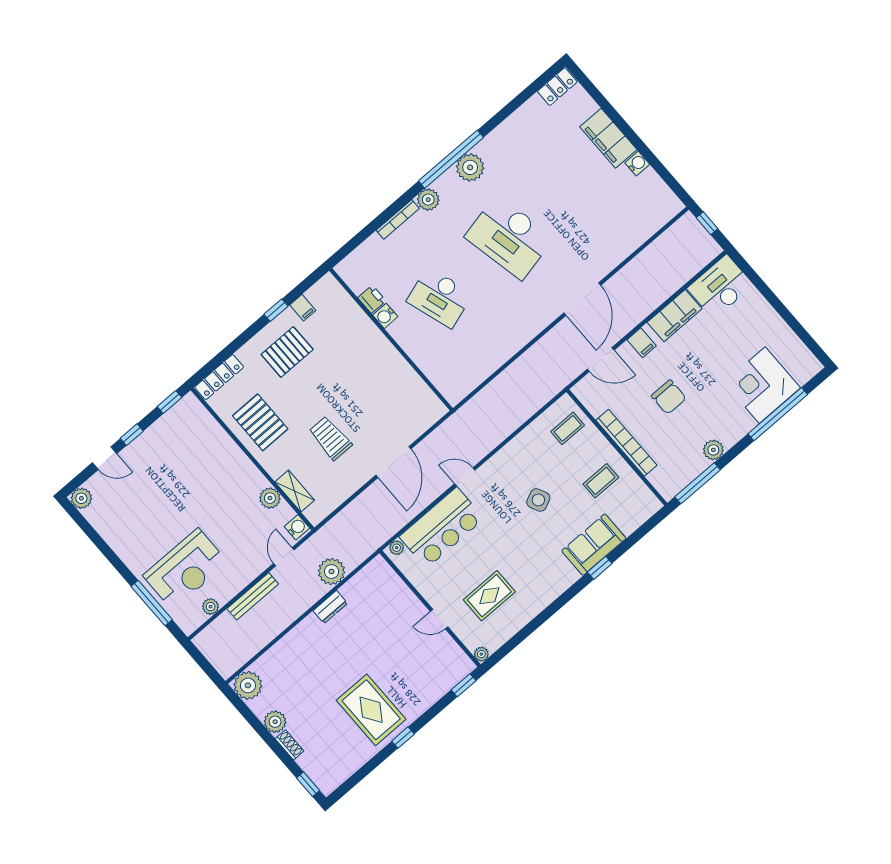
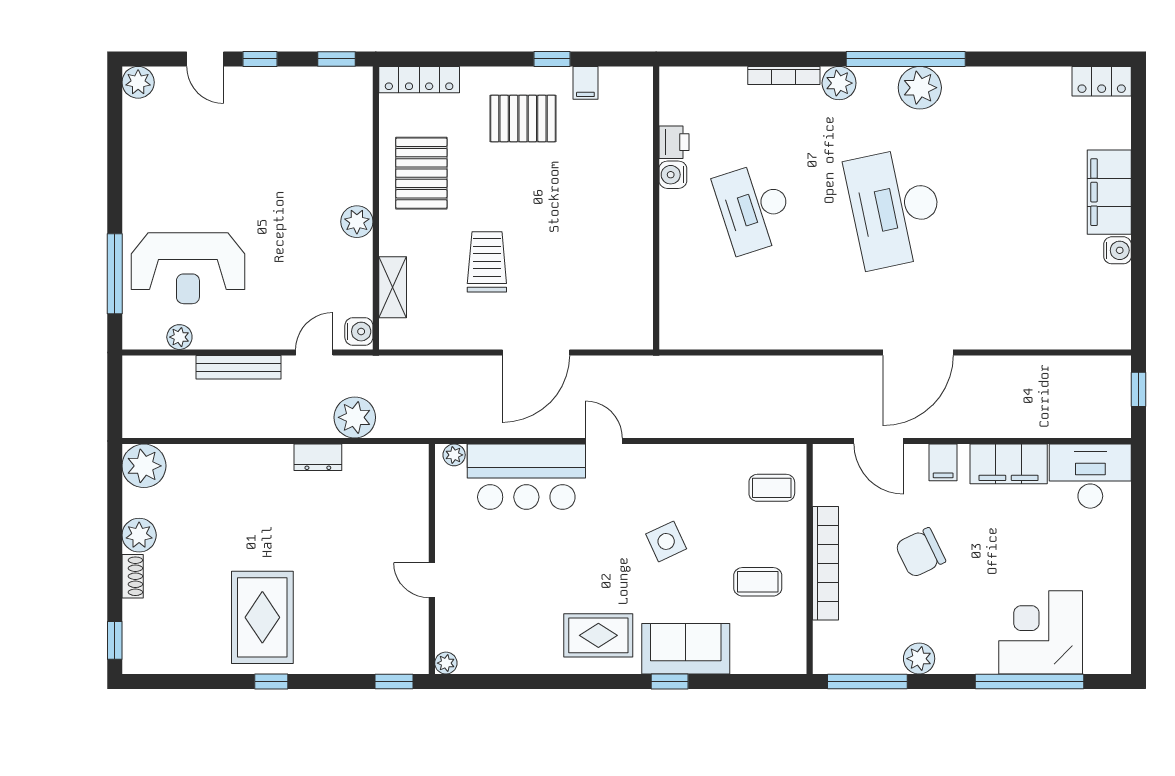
chair: (669, 397) -> (920, 553), turned 64
plant: (270, 498) -> (357, 222), moved
rug: (489, 596) -> (598, 635), moved

